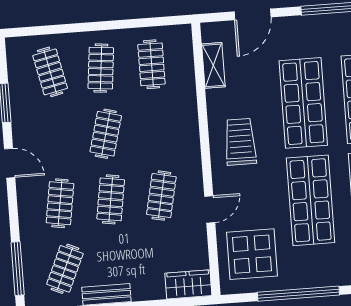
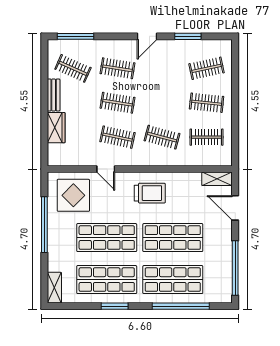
shelving: (213, 65) -> (217, 179), moved
clothes rail: (106, 134) -> (162, 137), moved
wardrobe: (188, 284) -> (56, 128), moved

